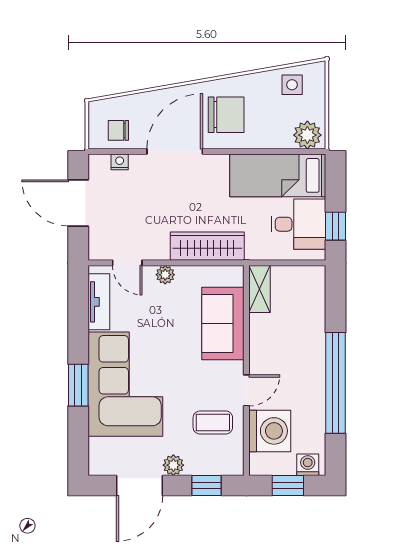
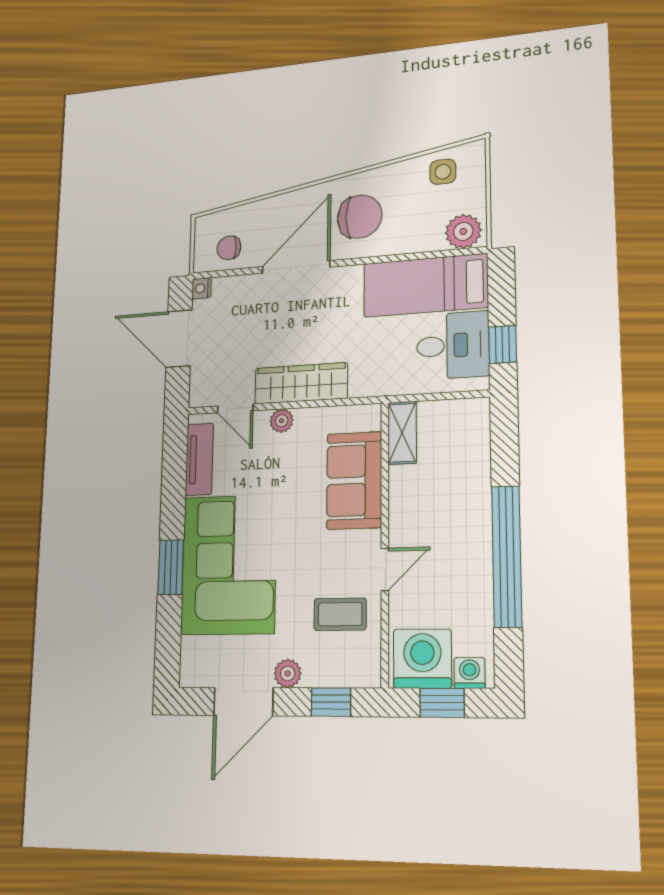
nightstand: (120, 162) -> (202, 288), moved, turned -90
wardrobe: (207, 246) -> (301, 383), moved
washing machine: (270, 431) -> (422, 659), moved, turned -90

